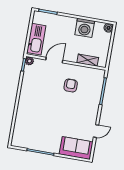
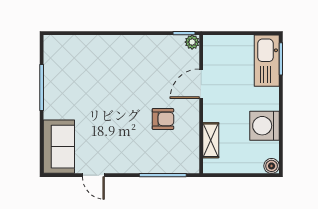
kitchen sink: (36, 39) -> (267, 61), moved, turned 90
door: (54, 60) -> (201, 84), swing flipped

